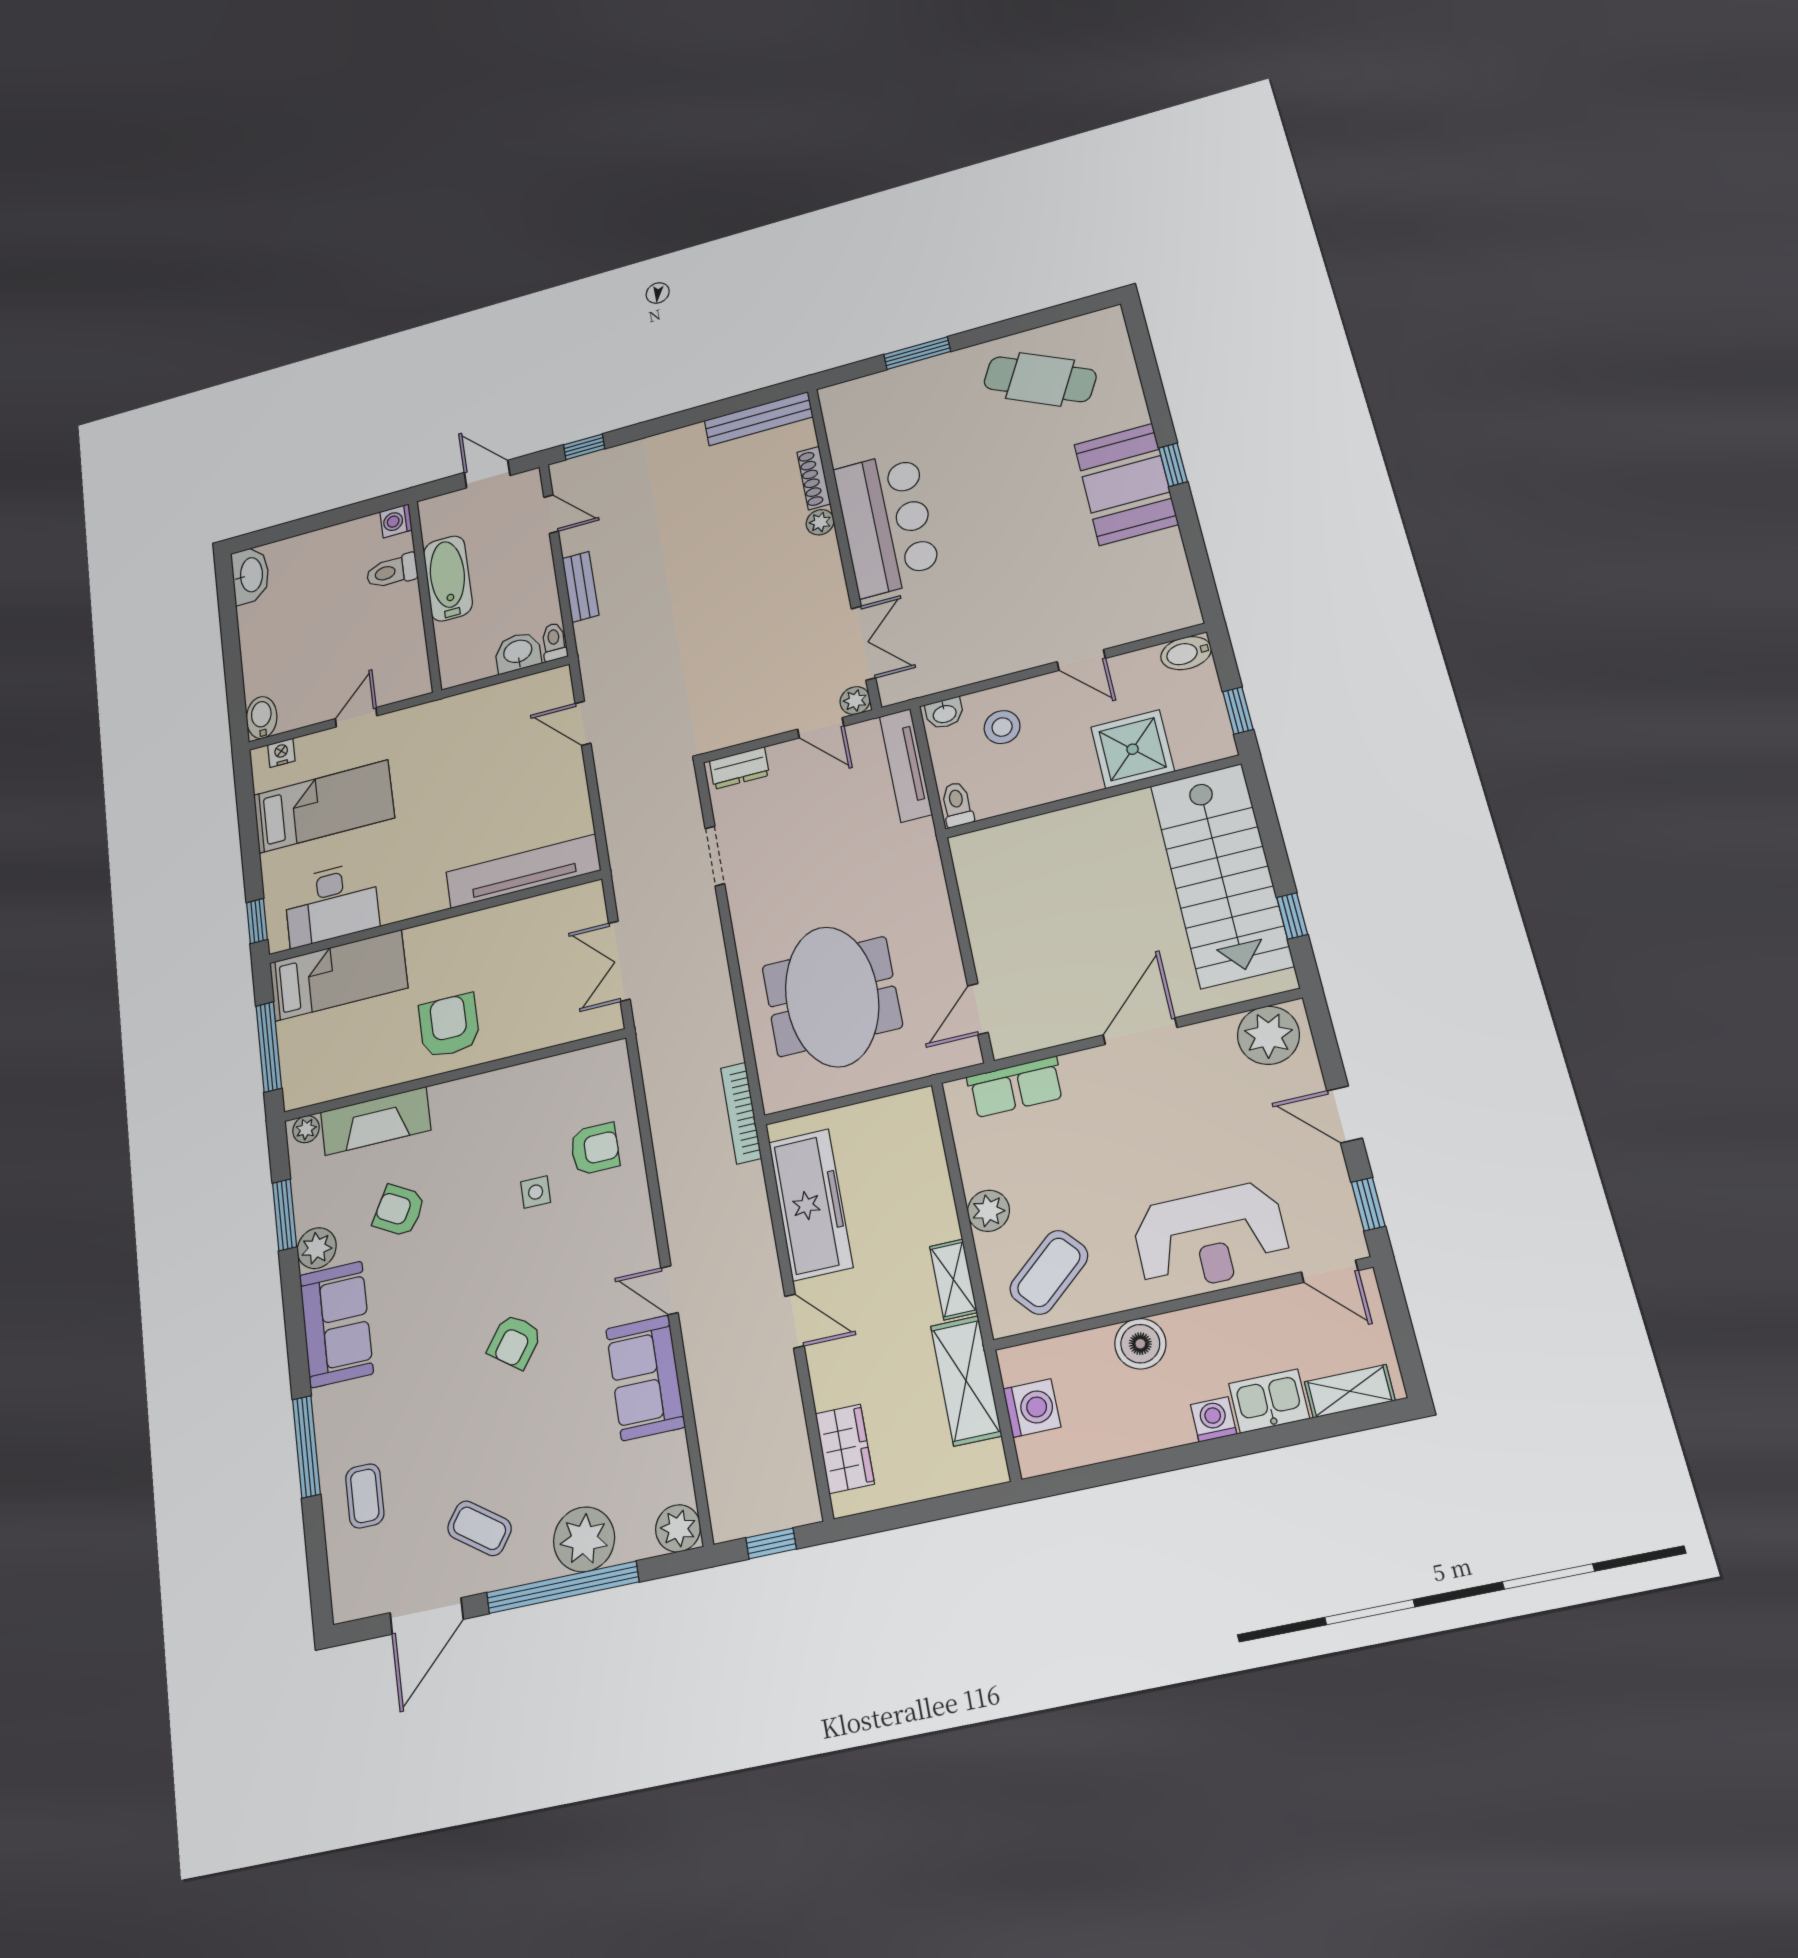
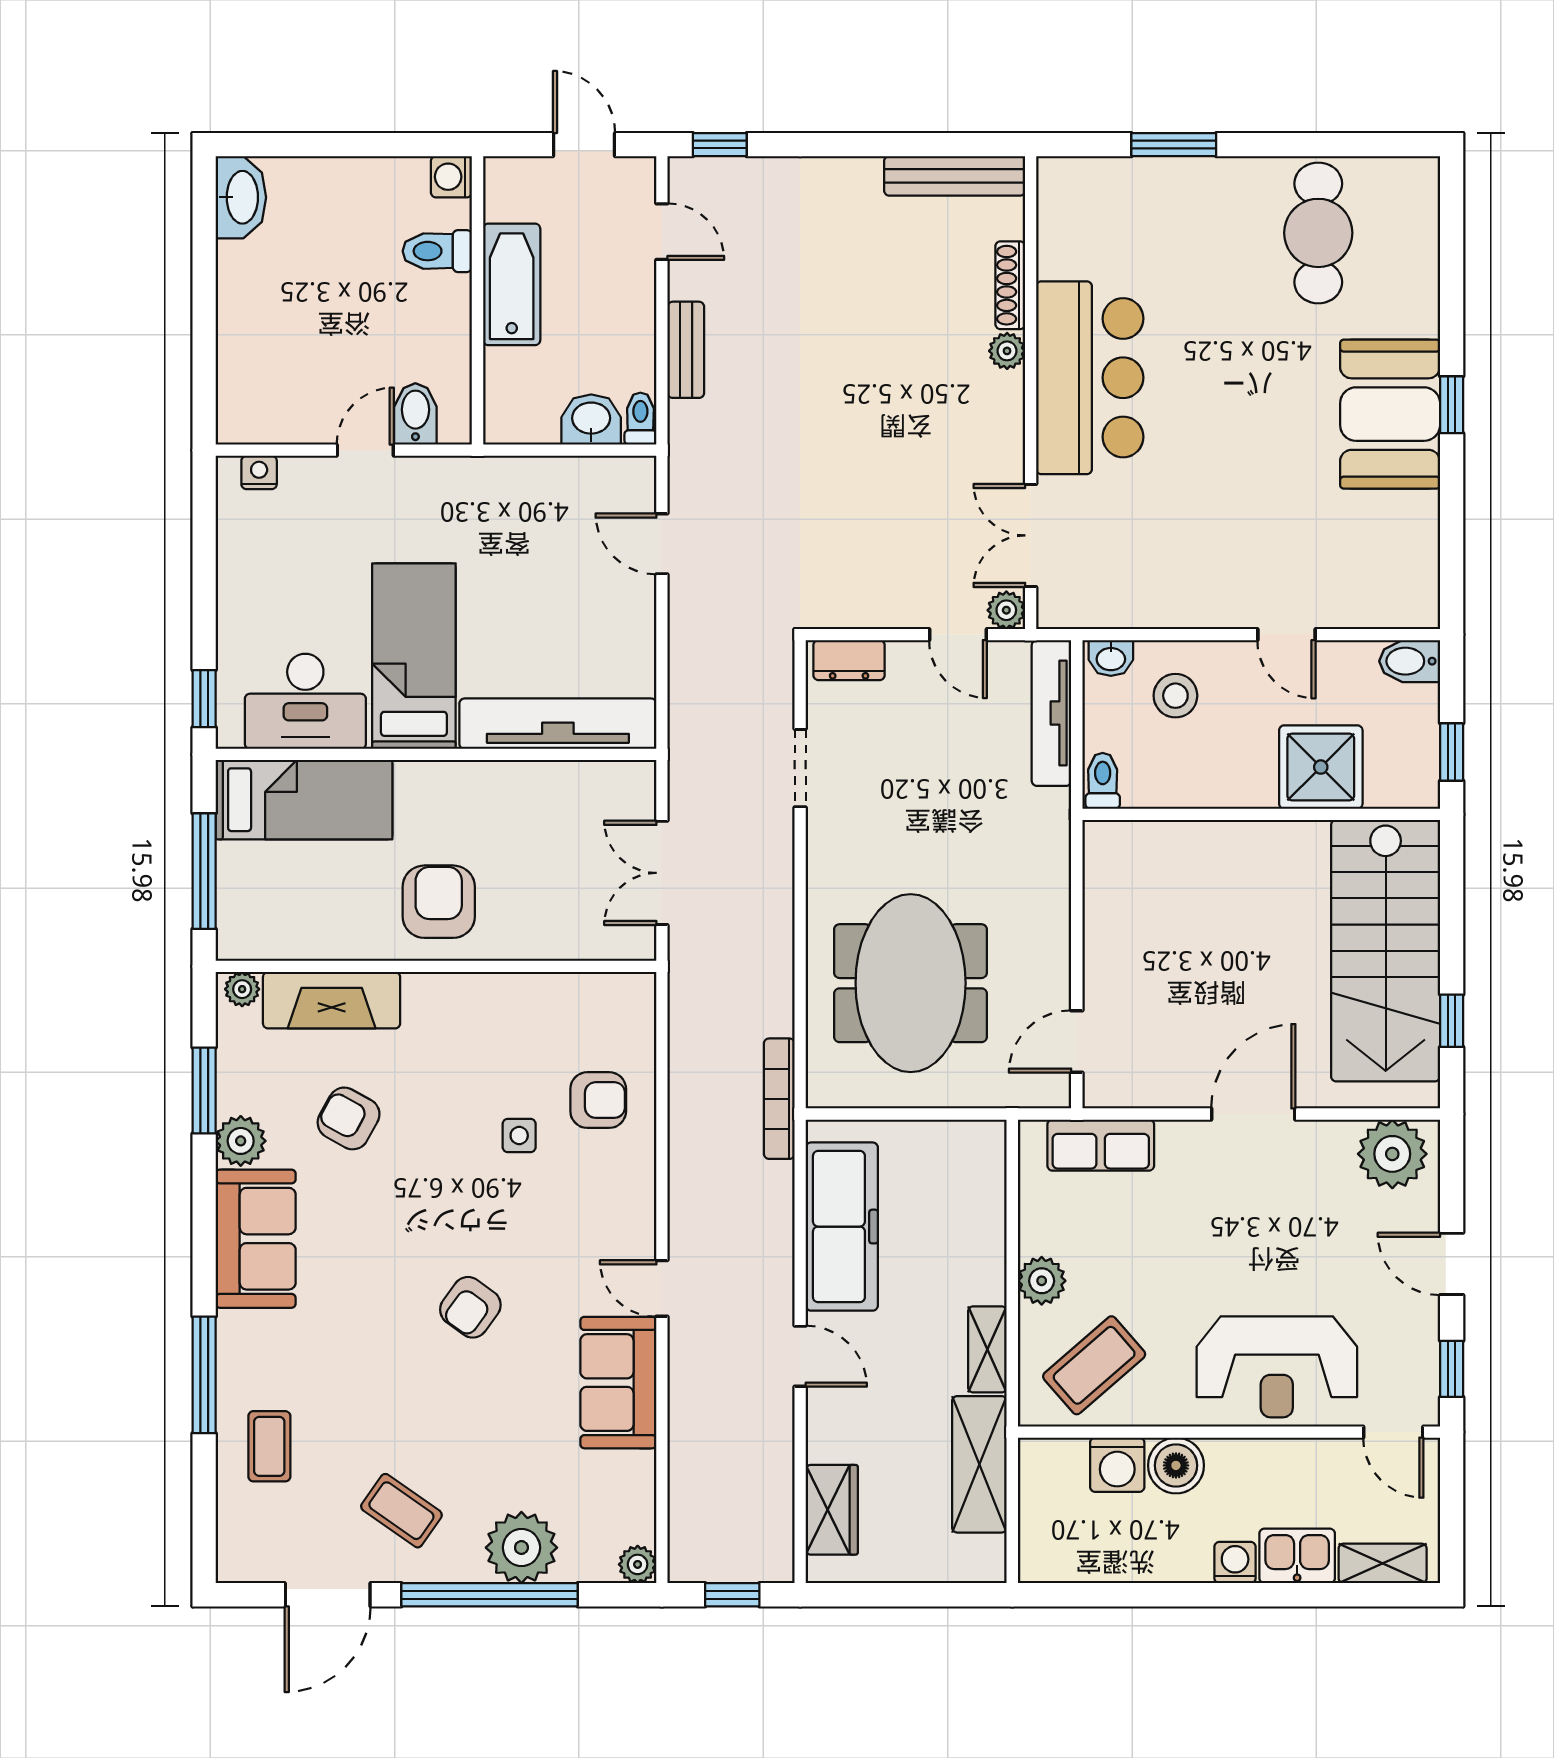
cafe table: (1040, 379) -> (1318, 233), turned 63
double door: (863, 643) -> (1031, 535), swing flipped
bidet: (262, 718) -> (415, 414), moved
bed: (324, 806) -> (414, 656), moved, turned -90
washing machine: (1032, 1408) -> (1117, 1465), moved, turned 90
plant: (678, 1528) -> (638, 1564), width x0.73, depth x0.73

